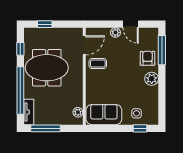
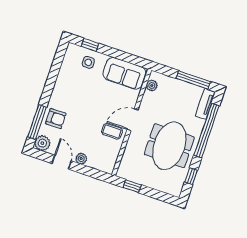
window: (45, 24) -> (132, 186), moved
door: (84, 45) -> (133, 120), moved
armchair: (148, 58) -> (56, 118), turned -90
meeting table: (47, 68) -> (169, 146), turned 90
plant: (152, 79) -> (42, 143), moved

